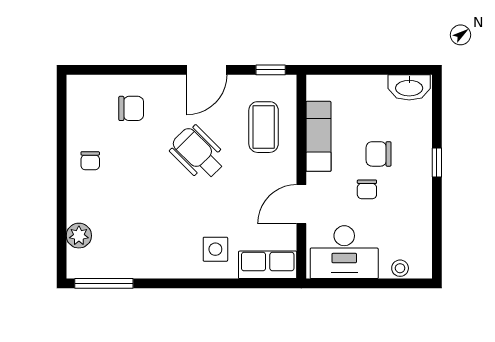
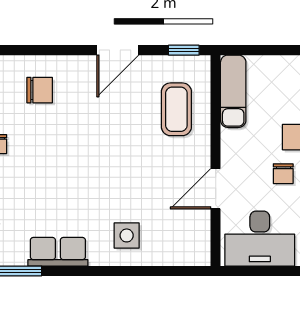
exam couch: (318, 136) -> (233, 91), moved
wheelchair: (198, 153) -> (109, 136), removed
row of seats: (268, 265) -> (58, 252), moved

